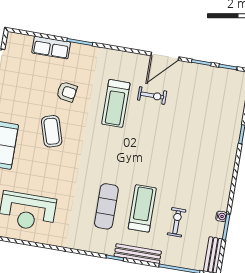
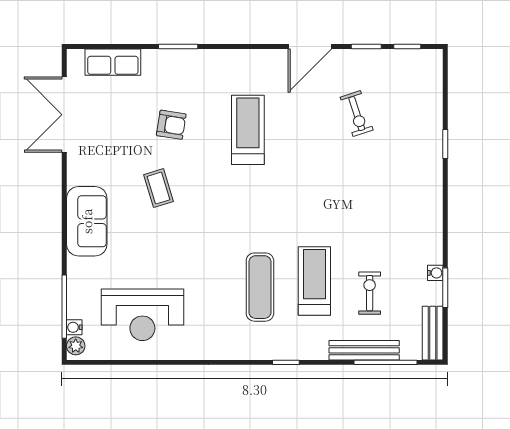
row of seats: (51, 47) -> (113, 62), moved
exercise bike: (152, 96) -> (357, 114), moved, turned 72
treadmill: (116, 103) -> (248, 130), turned 180
coffee table: (52, 131) -> (158, 188), width x0.73, depth x0.77
bench: (138, 254) -> (364, 350), moved

